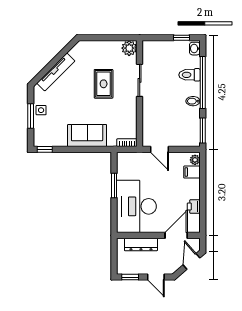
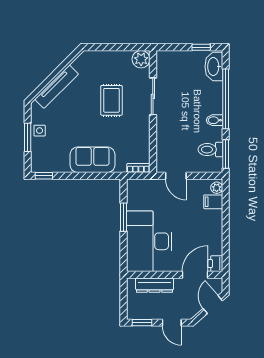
washbasin: (195, 49) -> (214, 67), width x1.91, depth x1.45
toilet: (189, 75) -> (210, 150), moved
printer: (194, 207) -> (215, 264), moved

